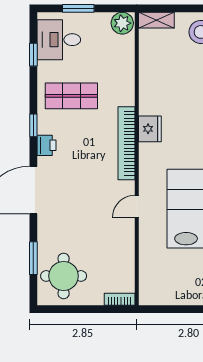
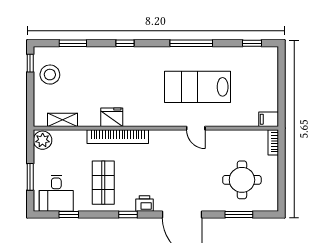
shelving: (156, 20) -> (63, 120), moved, turned 90
fridge: (150, 129) -> (112, 117), moved
bookcase: (127, 143) -> (118, 137), moved
round table: (64, 276) -> (242, 180), moved
filing cabinet: (147, 294) -> (269, 119), added

